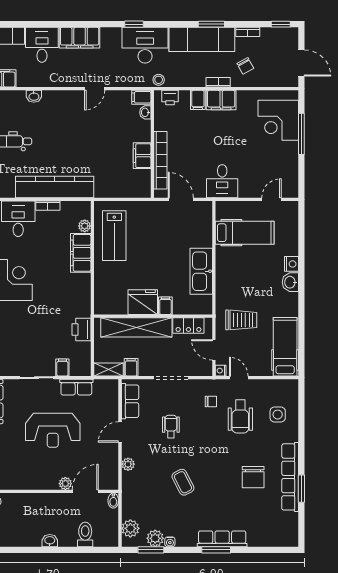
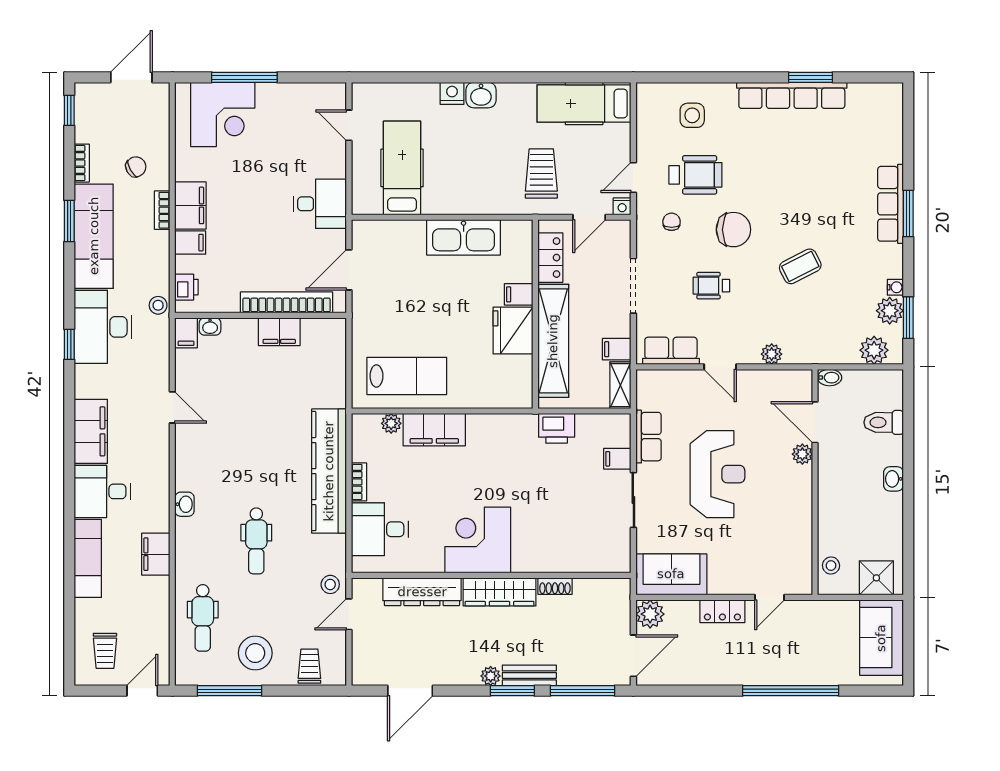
chair: (253, 477) -> (733, 230), moved

